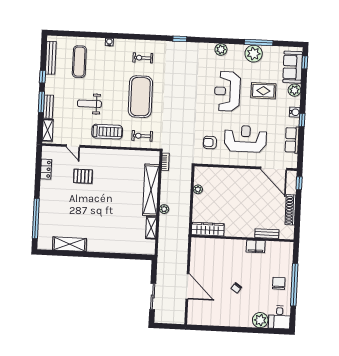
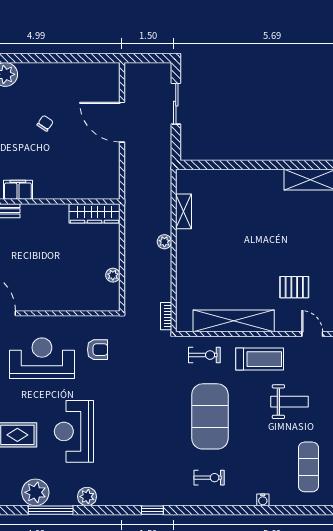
window: (259, 43) -> (51, 510), moved
reception desk: (227, 91) -> (74, 431), turned 180
treadmill: (107, 132) -> (260, 359), turned 180
reception desk: (245, 139) -> (42, 358), turned 180
shelving: (151, 190) -> (234, 321), moved, turned 90

